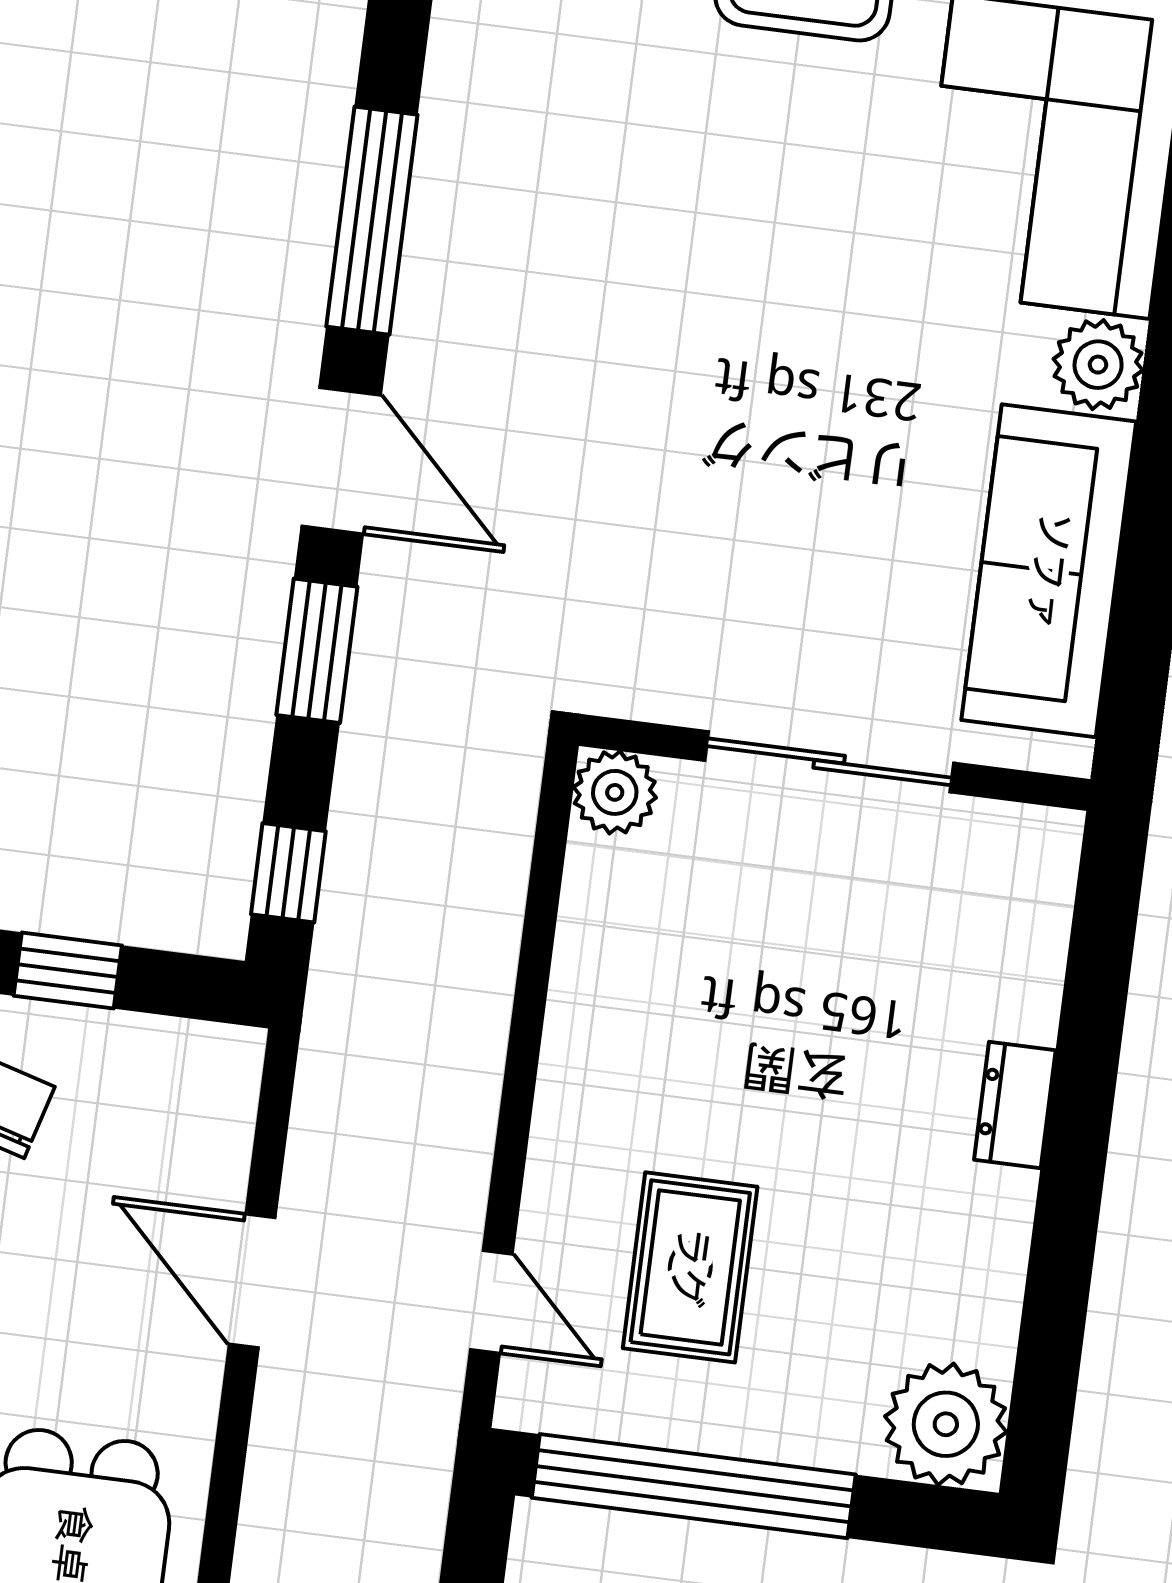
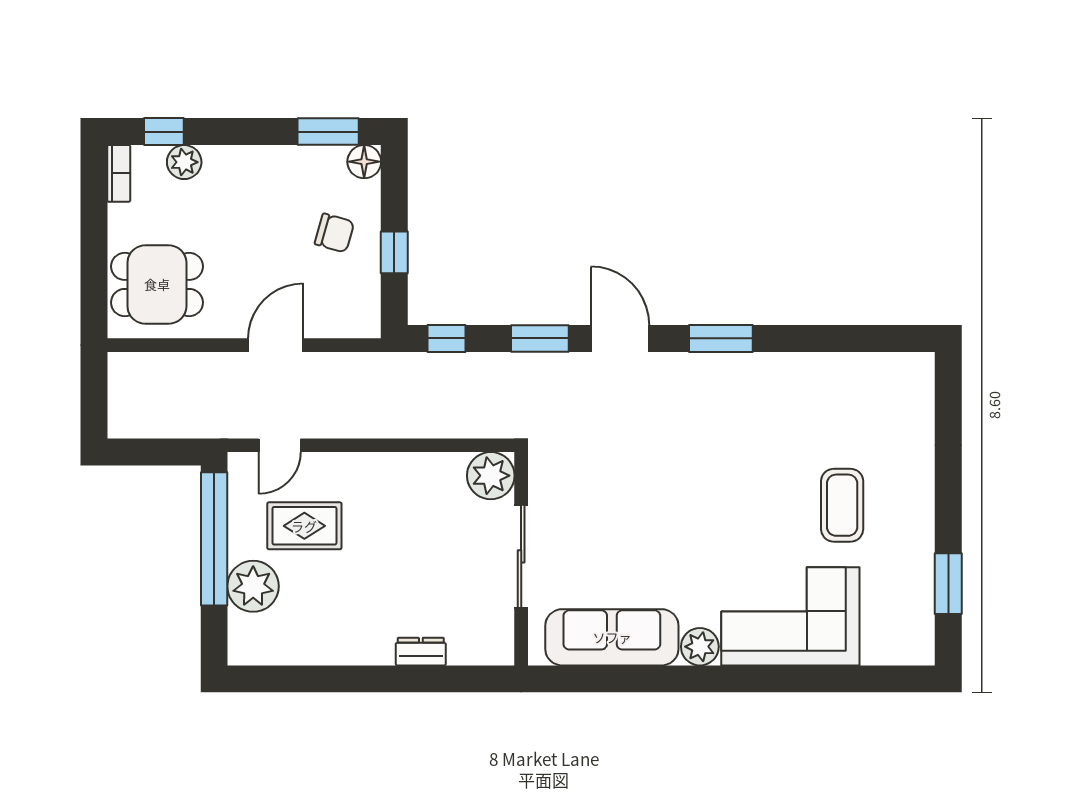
window: (372, 221) -> (721, 338), width x0.69
door: (341, 461) -> (620, 338), swing flipped
plant: (615, 792) -> (491, 476), width x1.36, depth x1.36
dresser: (1015, 1105) -> (421, 652), moved
plant: (946, 1424) -> (253, 586), moved

